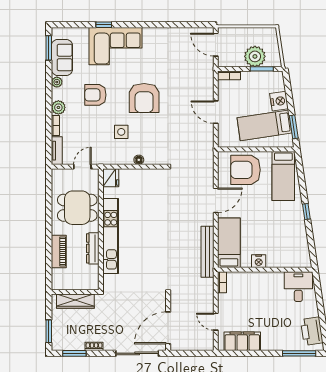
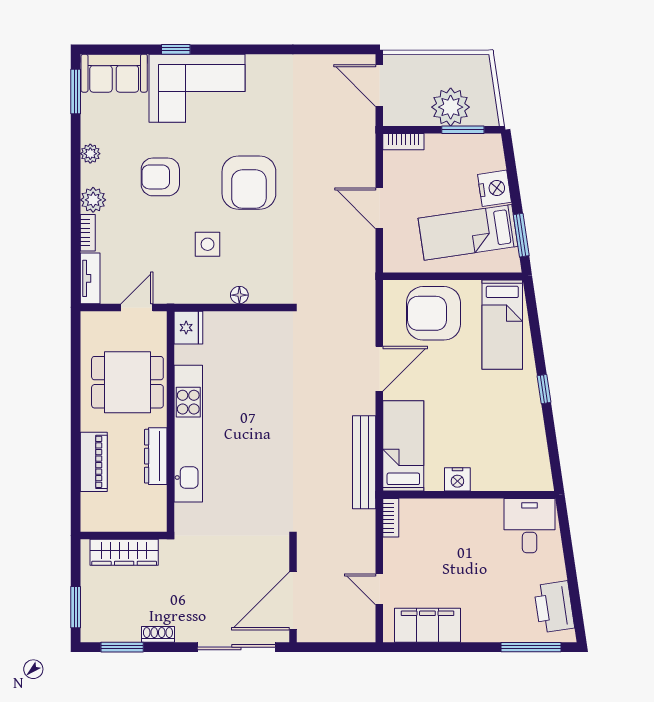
sofa: (62, 57) -> (114, 73), moved, turned 90

